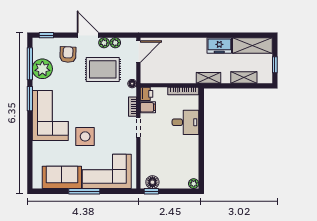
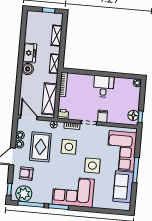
boiler: (199, 45) -> (28, 69), added
shelving: (252, 46) -> (49, 99), moved
plant: (42, 69) -> (24, 194), moved
side table: (106, 105) -> (69, 147), added
filing cabinet: (148, 107) -> (102, 116), moved
desk: (185, 122) -> (104, 86), moved

